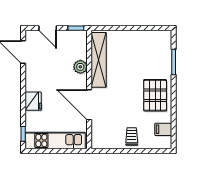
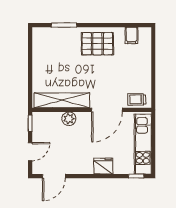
trolley: (132, 136) -> (137, 99), moved

